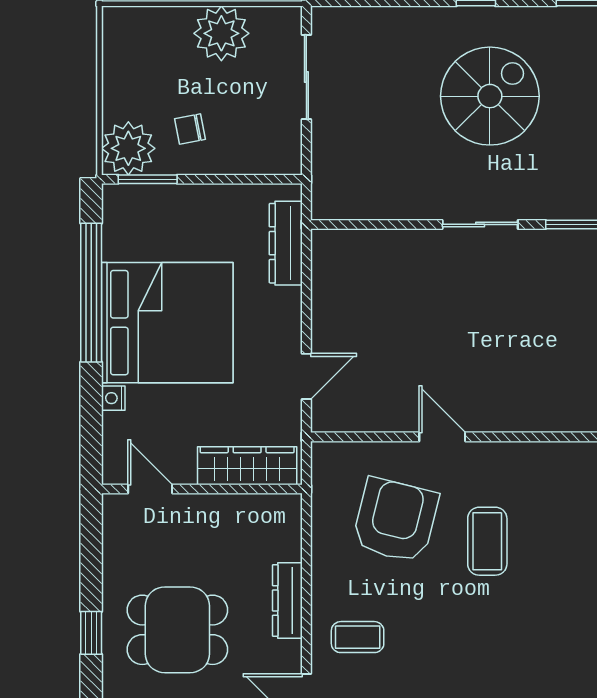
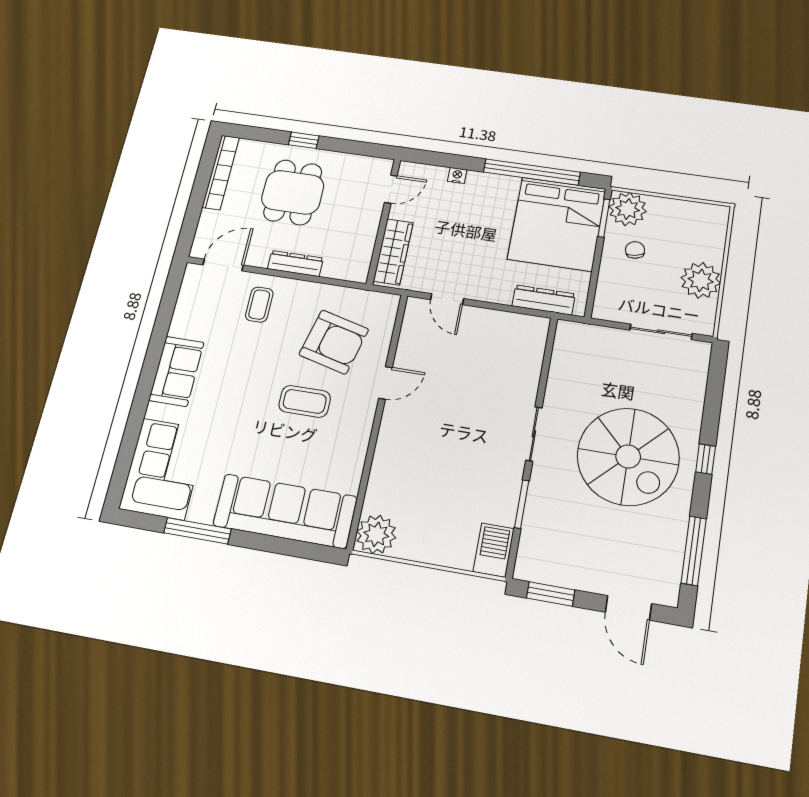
spiral stairs: (490, 96) -> (628, 457), width x1.37, depth x1.37
bed: (167, 323) -> (557, 224), moved

